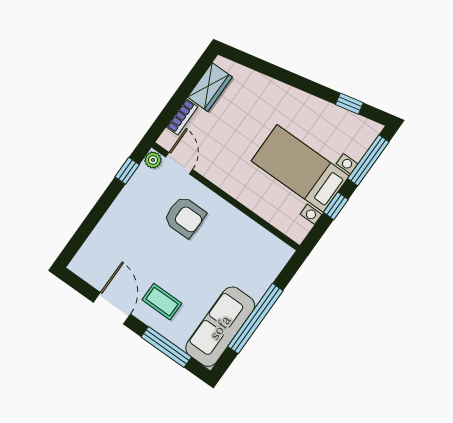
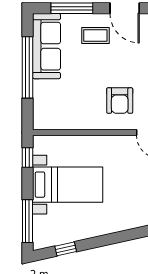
window: (336, 206) -> (28, 157), moved
armchair: (185, 217) -> (120, 101), turned -90

